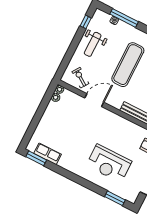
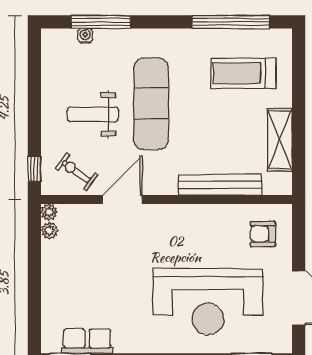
window: (86, 22) -> (34, 169), moved
weight bench: (93, 44) -> (93, 114), moved, turned 90
reception desk: (109, 163) -> (208, 302), width x1.36, depth x1.30

